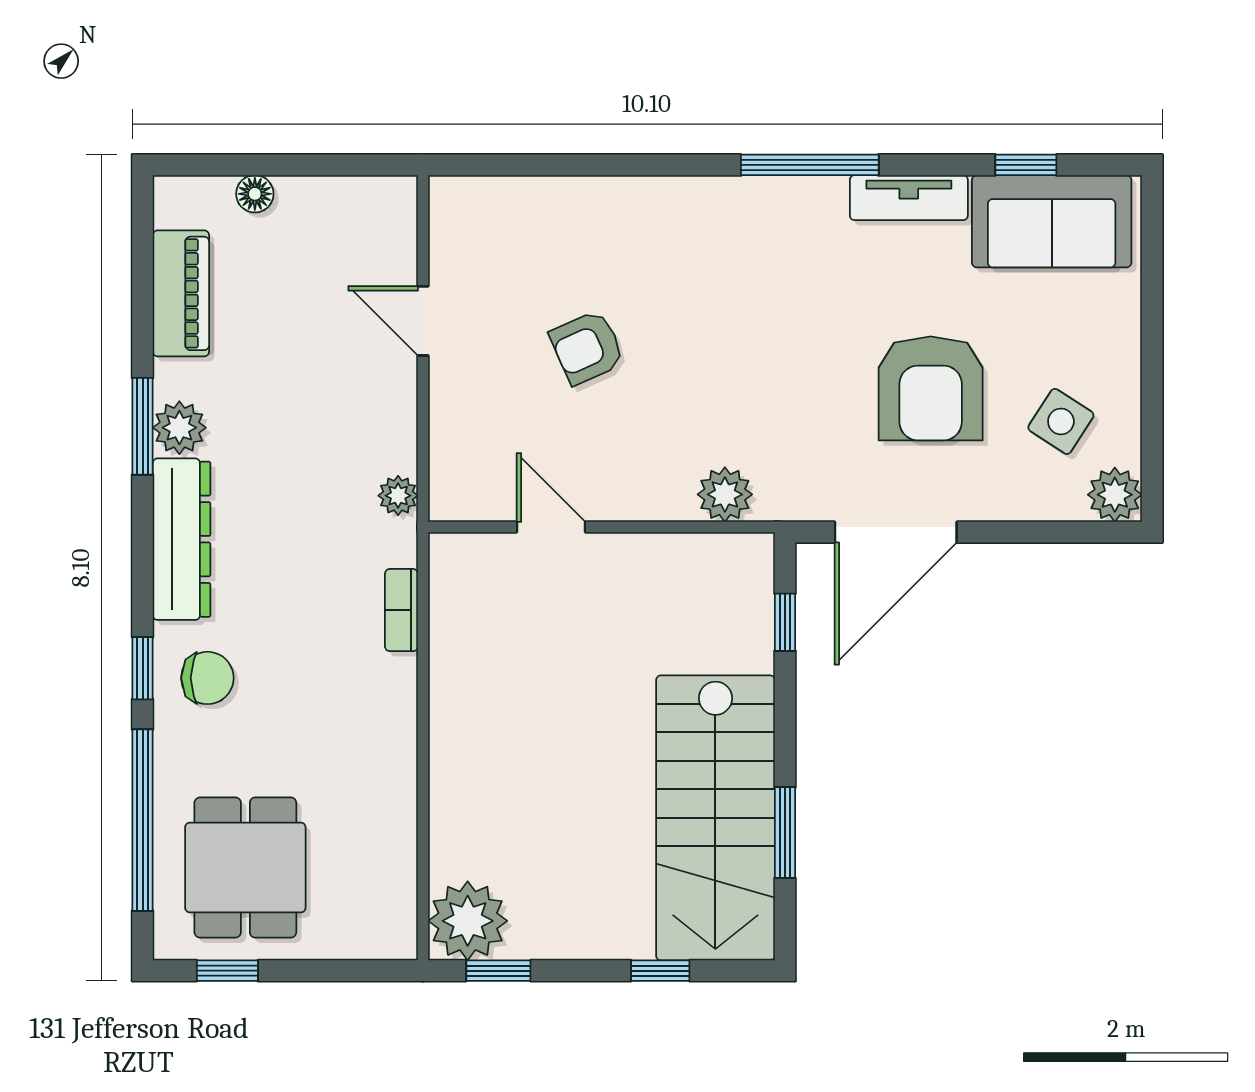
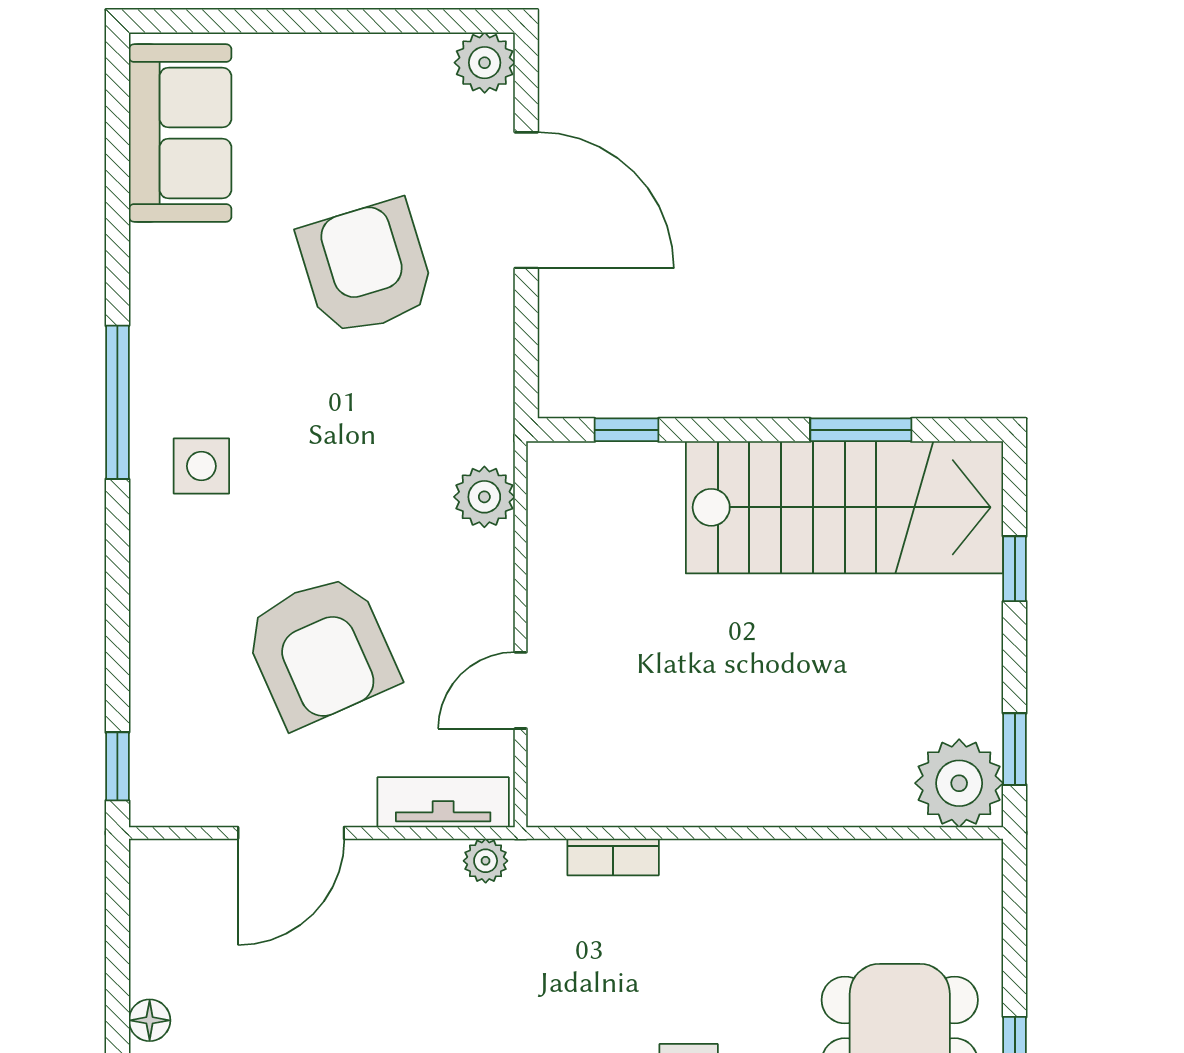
window: (1026, 165) -> (117, 766), moved
tv unit: (909, 198) -> (443, 802), moved, turned -90
door: (423, 321) -> (291, 833), width x1.38
armchair: (587, 347) -> (321, 650), width x1.88, depth x1.88
armchair: (931, 388) -> (366, 268), turned -107
side table: (1061, 421) -> (201, 466), moved, turned -33
door: (896, 532) -> (526, 200), moved

